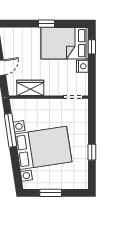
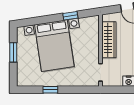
wardrobe: (30, 88) -> (109, 40), width x1.50
window: (10, 130) -> (70, 16), width x0.46

